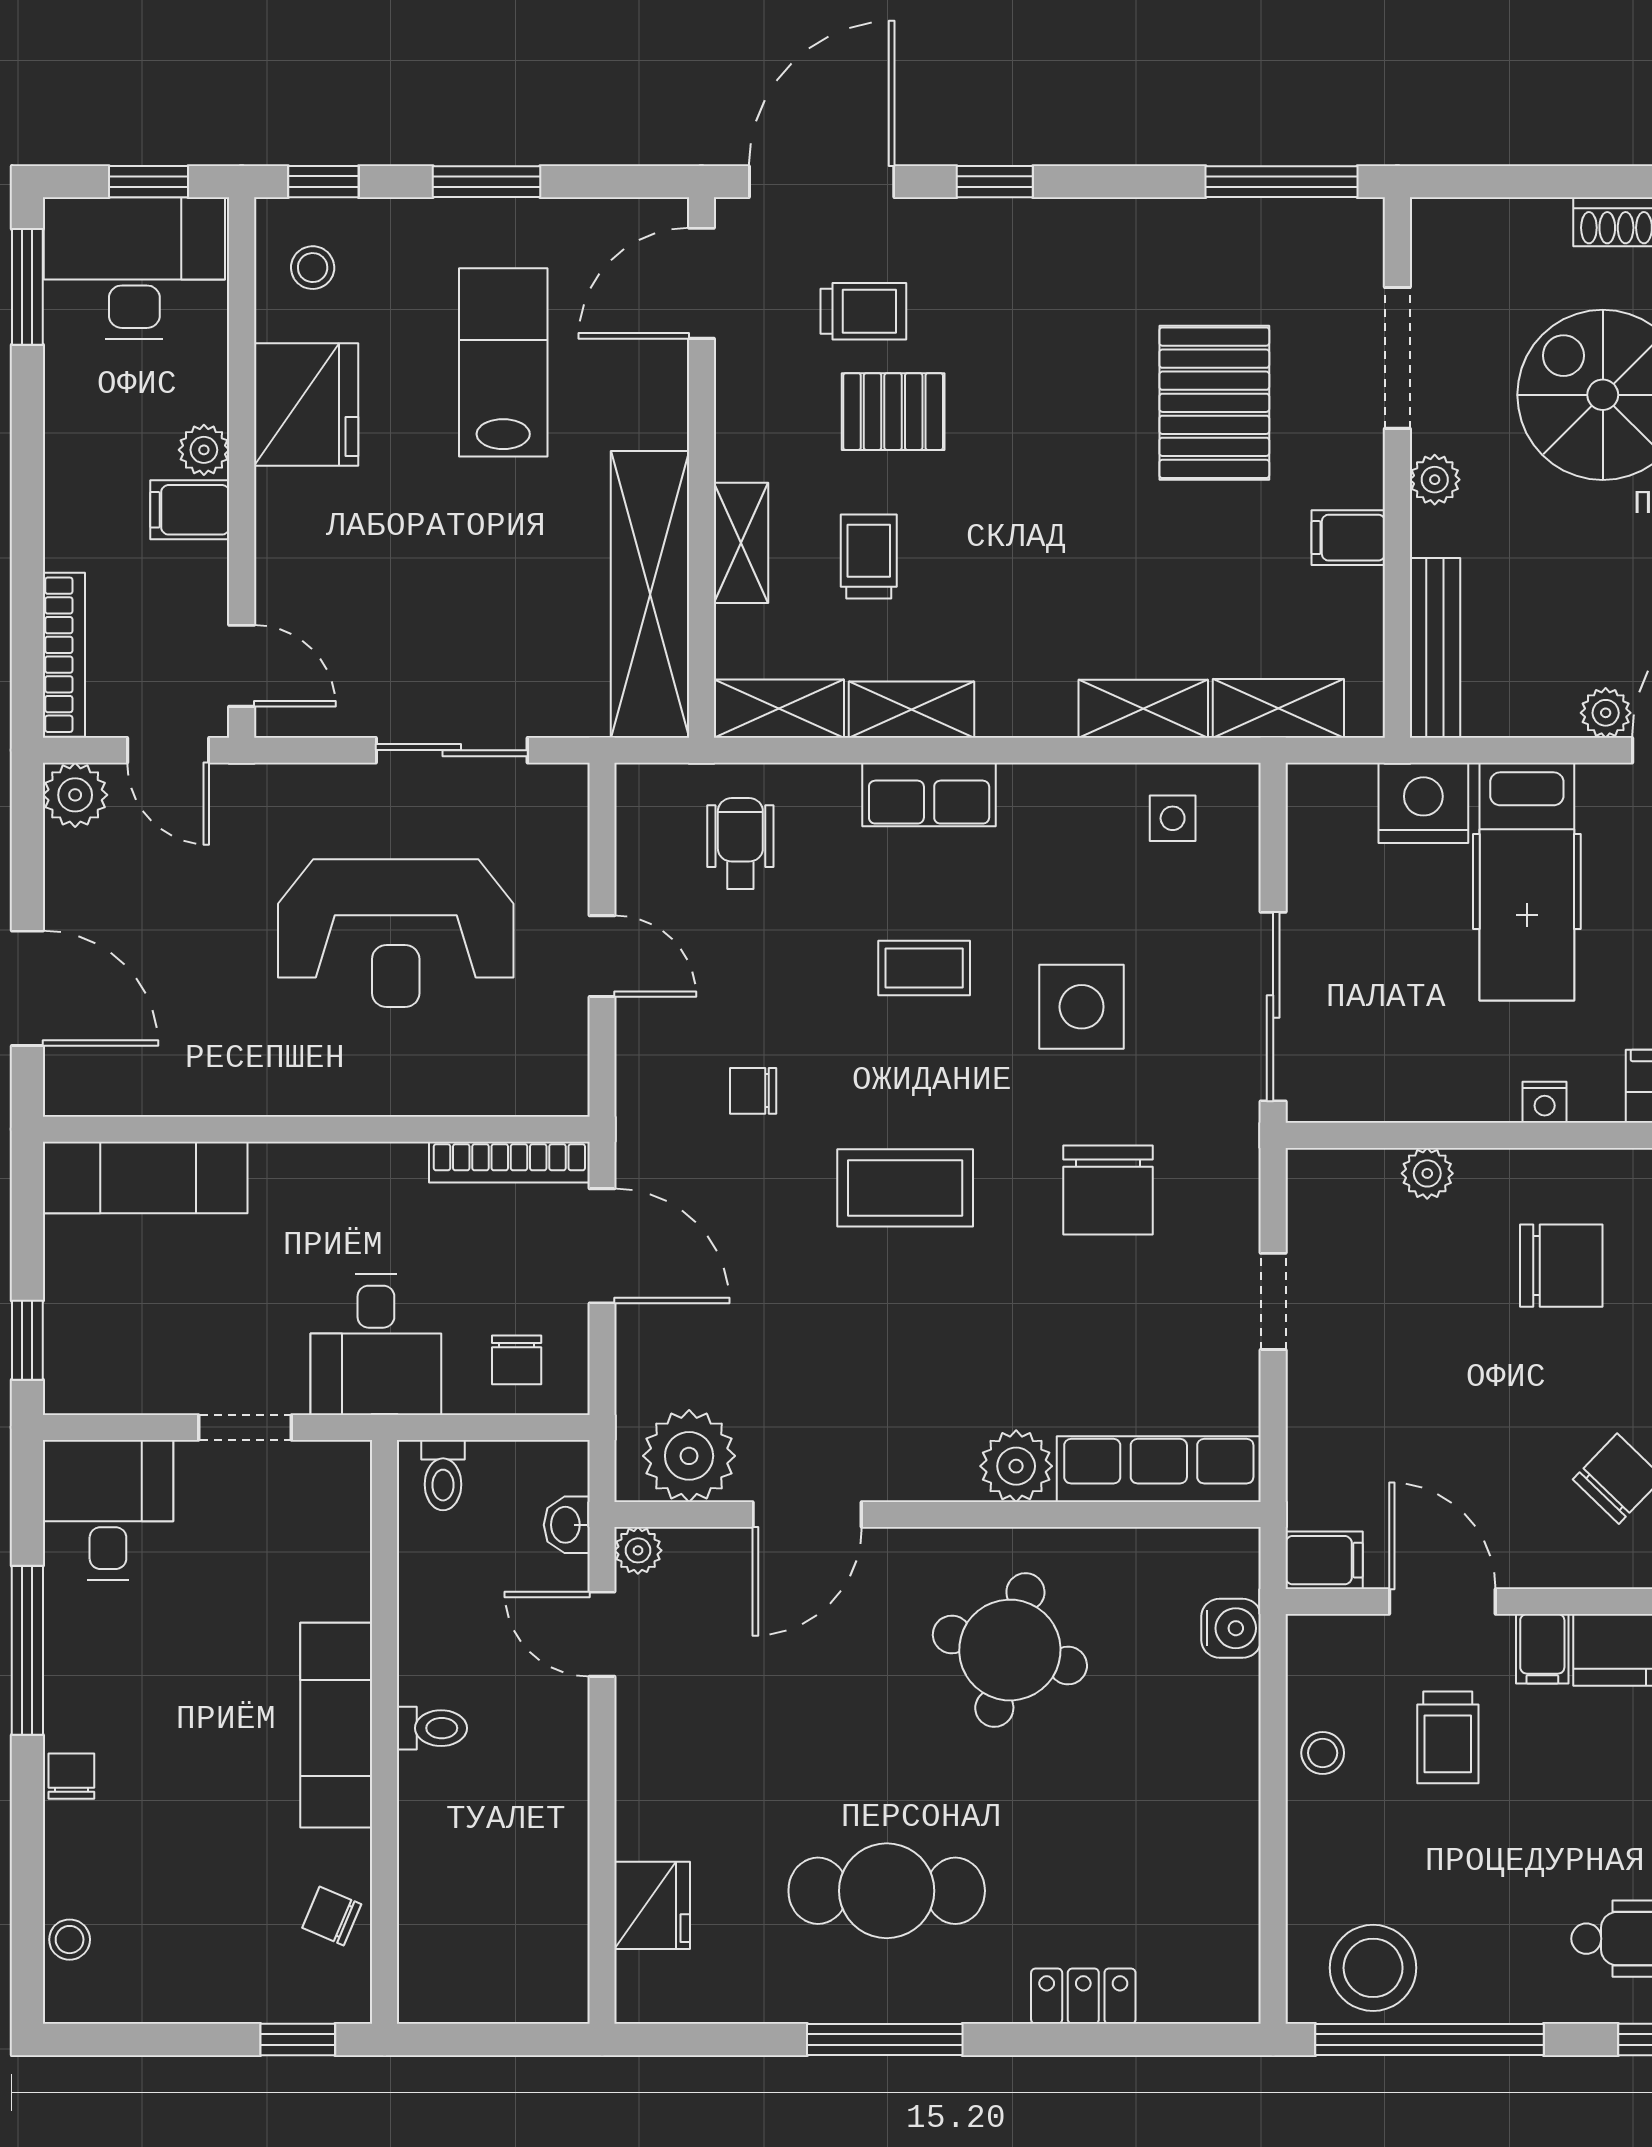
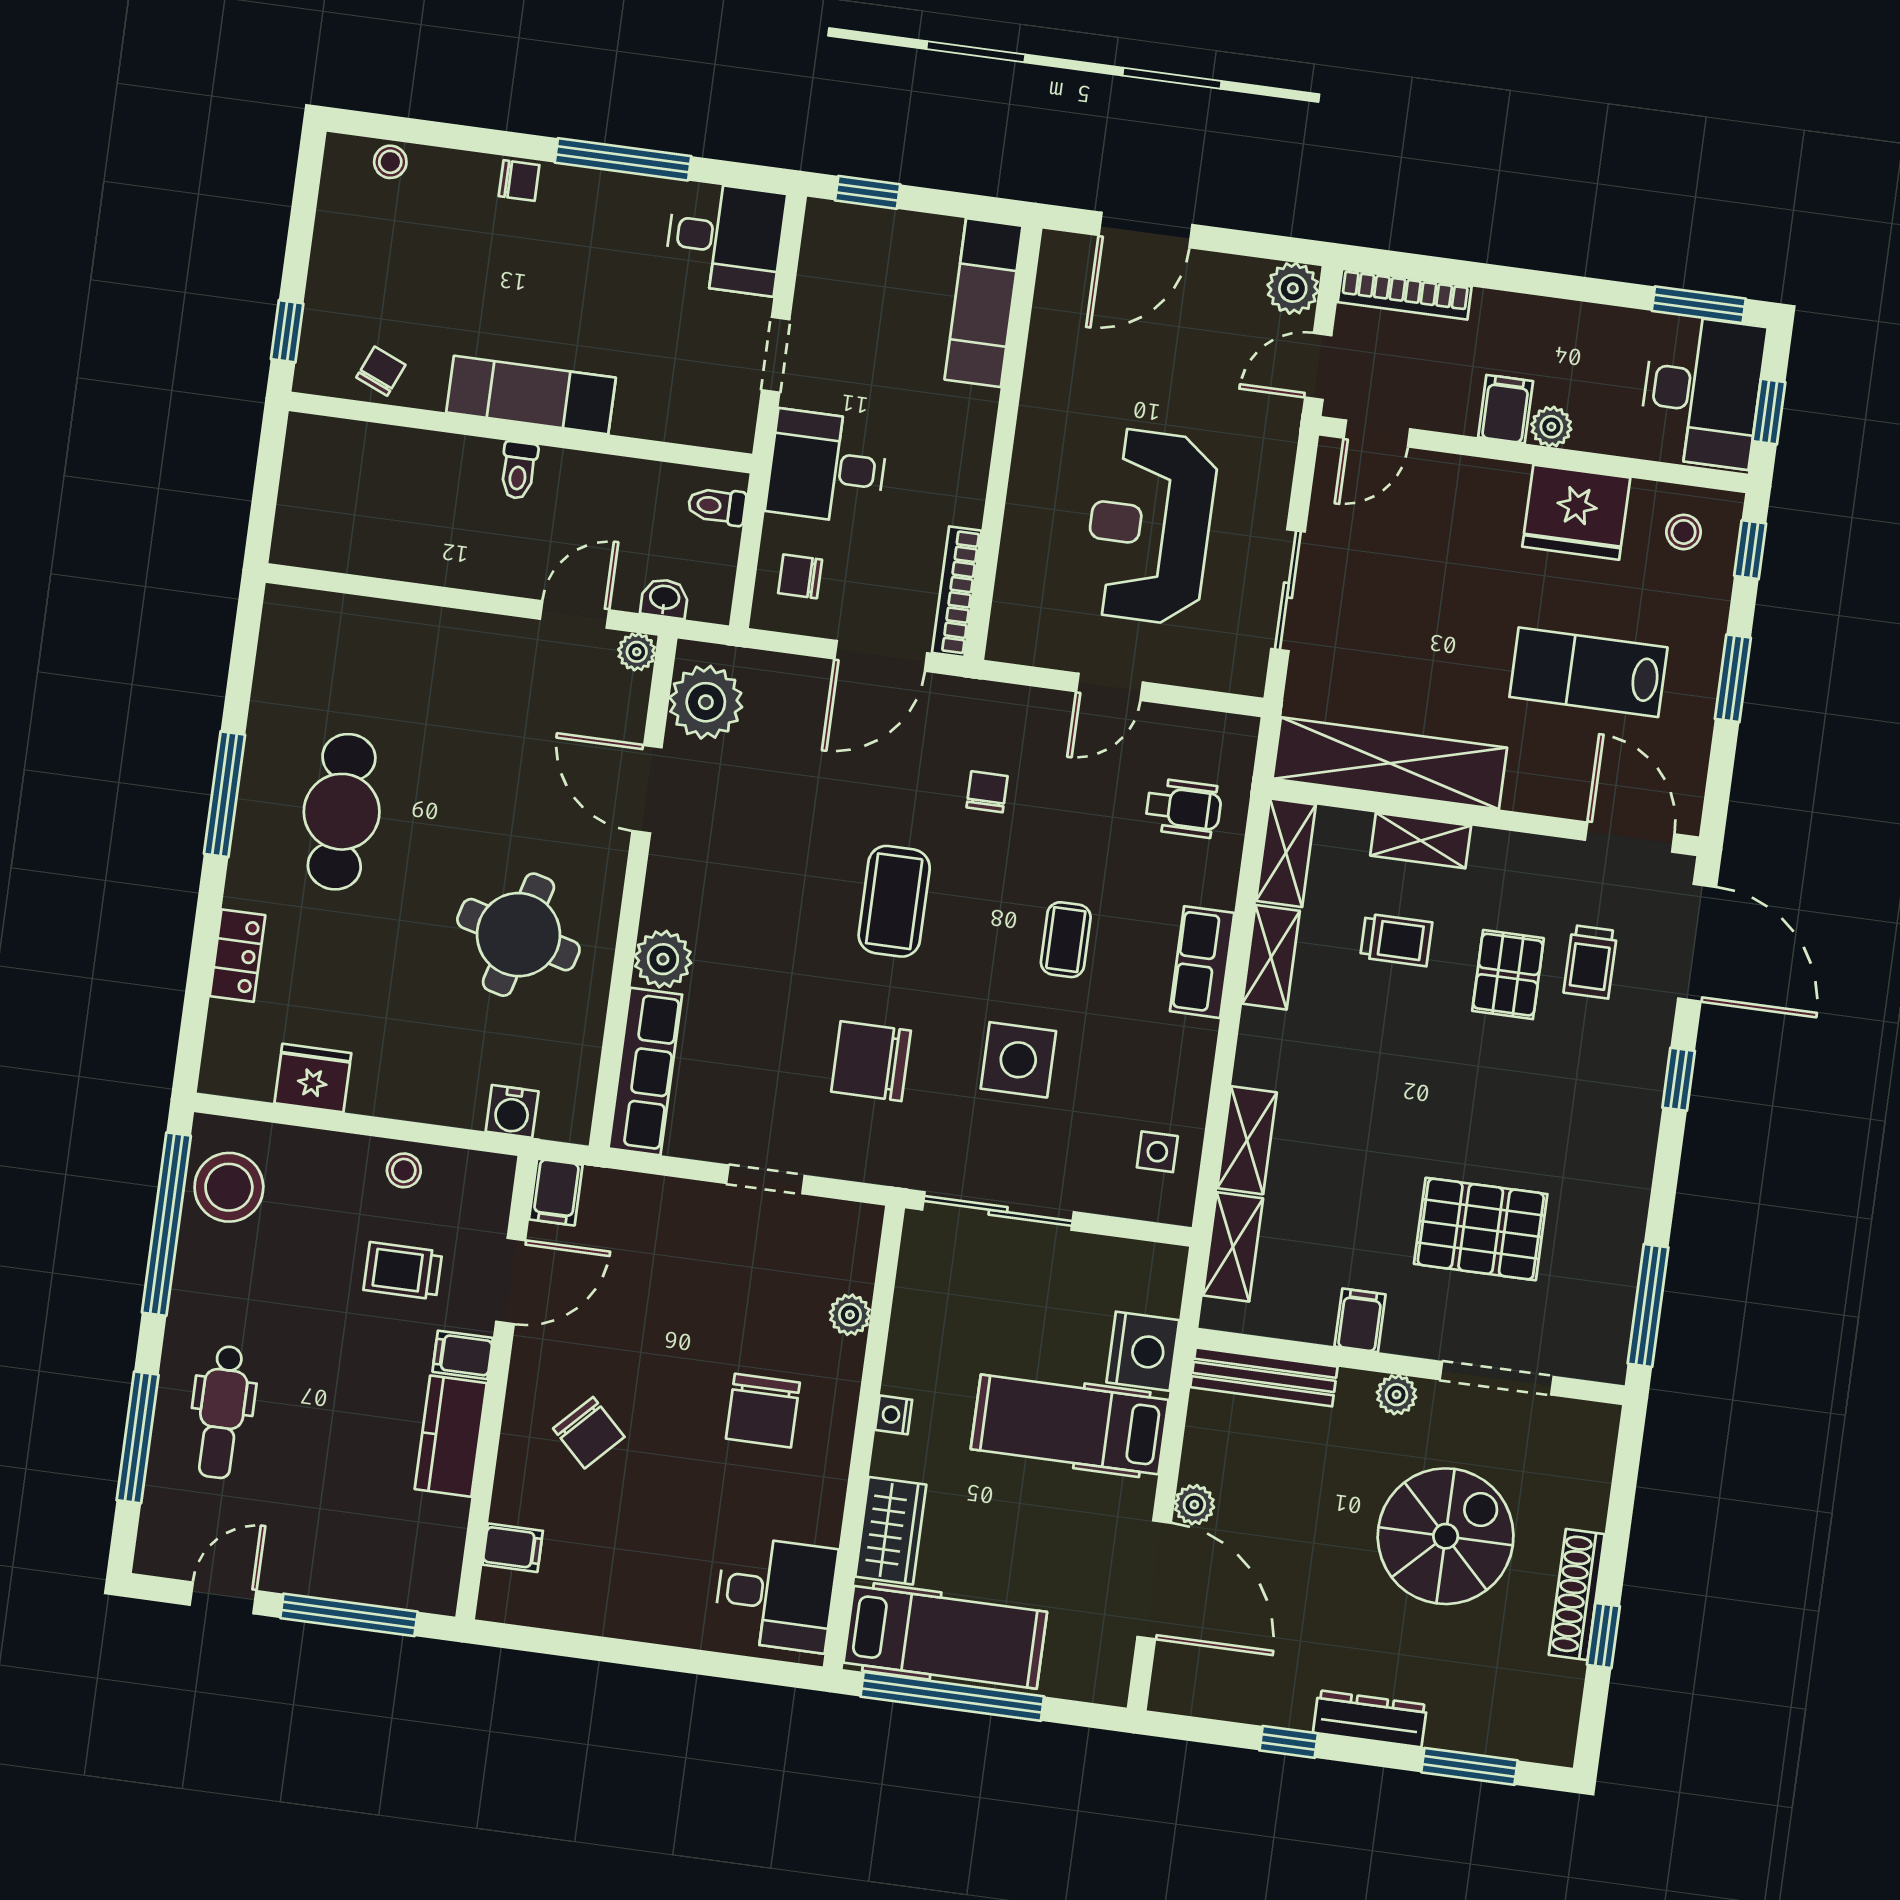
lab bench: (503, 362) -> (1588, 672), turned 180
fridge: (652, 1905) -> (313, 1078), moved, turned 180

